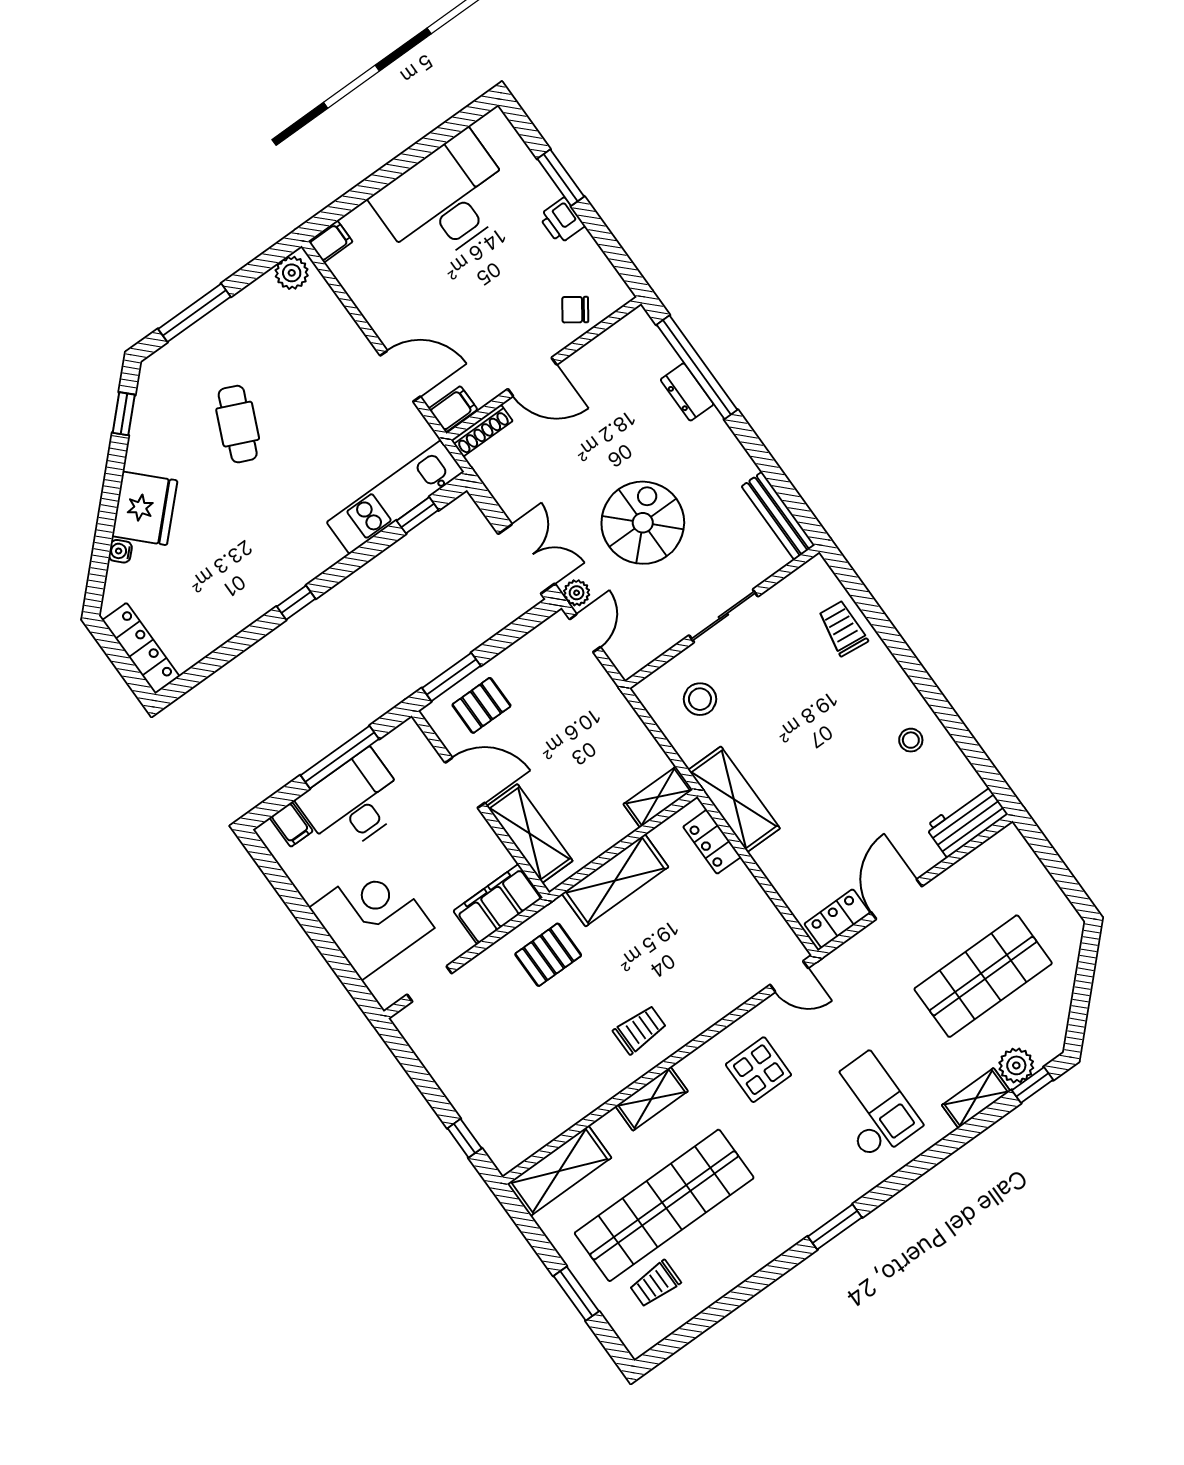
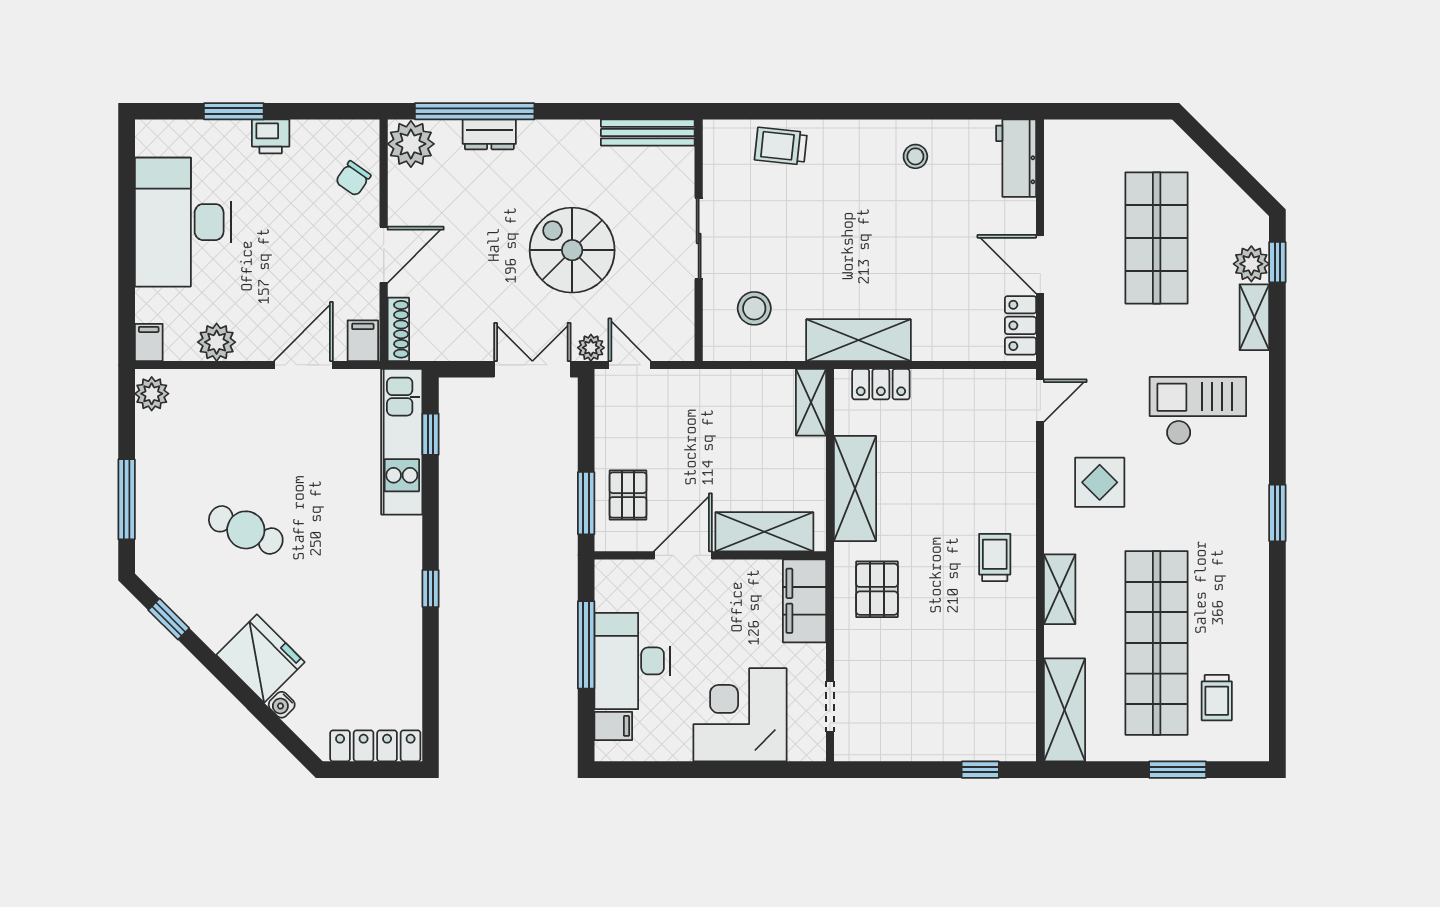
plant: (369, 295) -> (217, 342), added
plant: (635, 336) -> (411, 144), added

